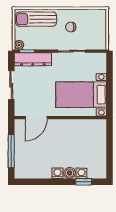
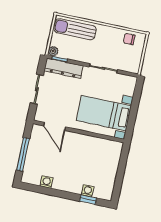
chair: (71, 27) -> (129, 39), moved
door: (36, 118) -> (55, 126), hinge flipped
washing machine: (57, 173) -> (46, 182), moved
boiler: (70, 173) -> (76, 188), removed

